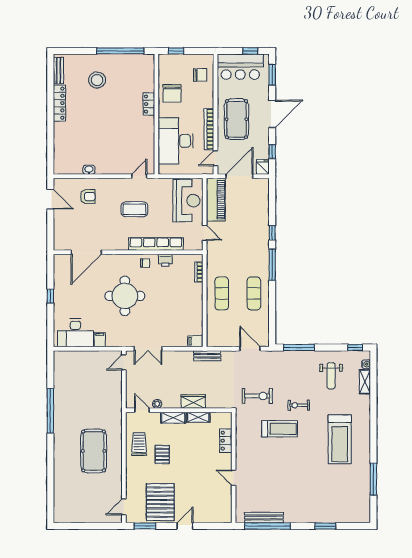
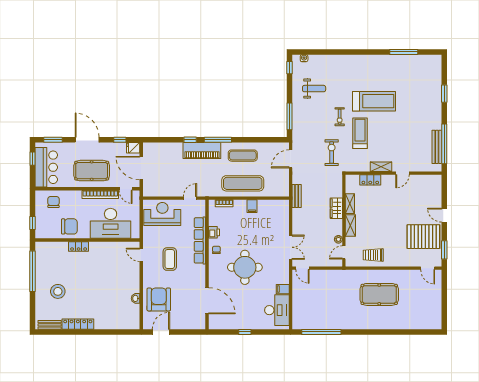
armchair: (88, 197) -> (159, 299), width x1.88, depth x1.88
piano: (216, 200) -> (202, 150), moved, turned 180
exercise mat: (222, 293) -> (243, 183), width x1.36, depth x1.45
filing cabinet: (195, 341) -> (252, 206), moved
shelving: (365, 382) -> (381, 167), moved
window: (50, 411) -> (321, 332), moved
treadmill: (340, 439) -> (374, 101), moved
pallet: (162, 454) -> (382, 235), removed

